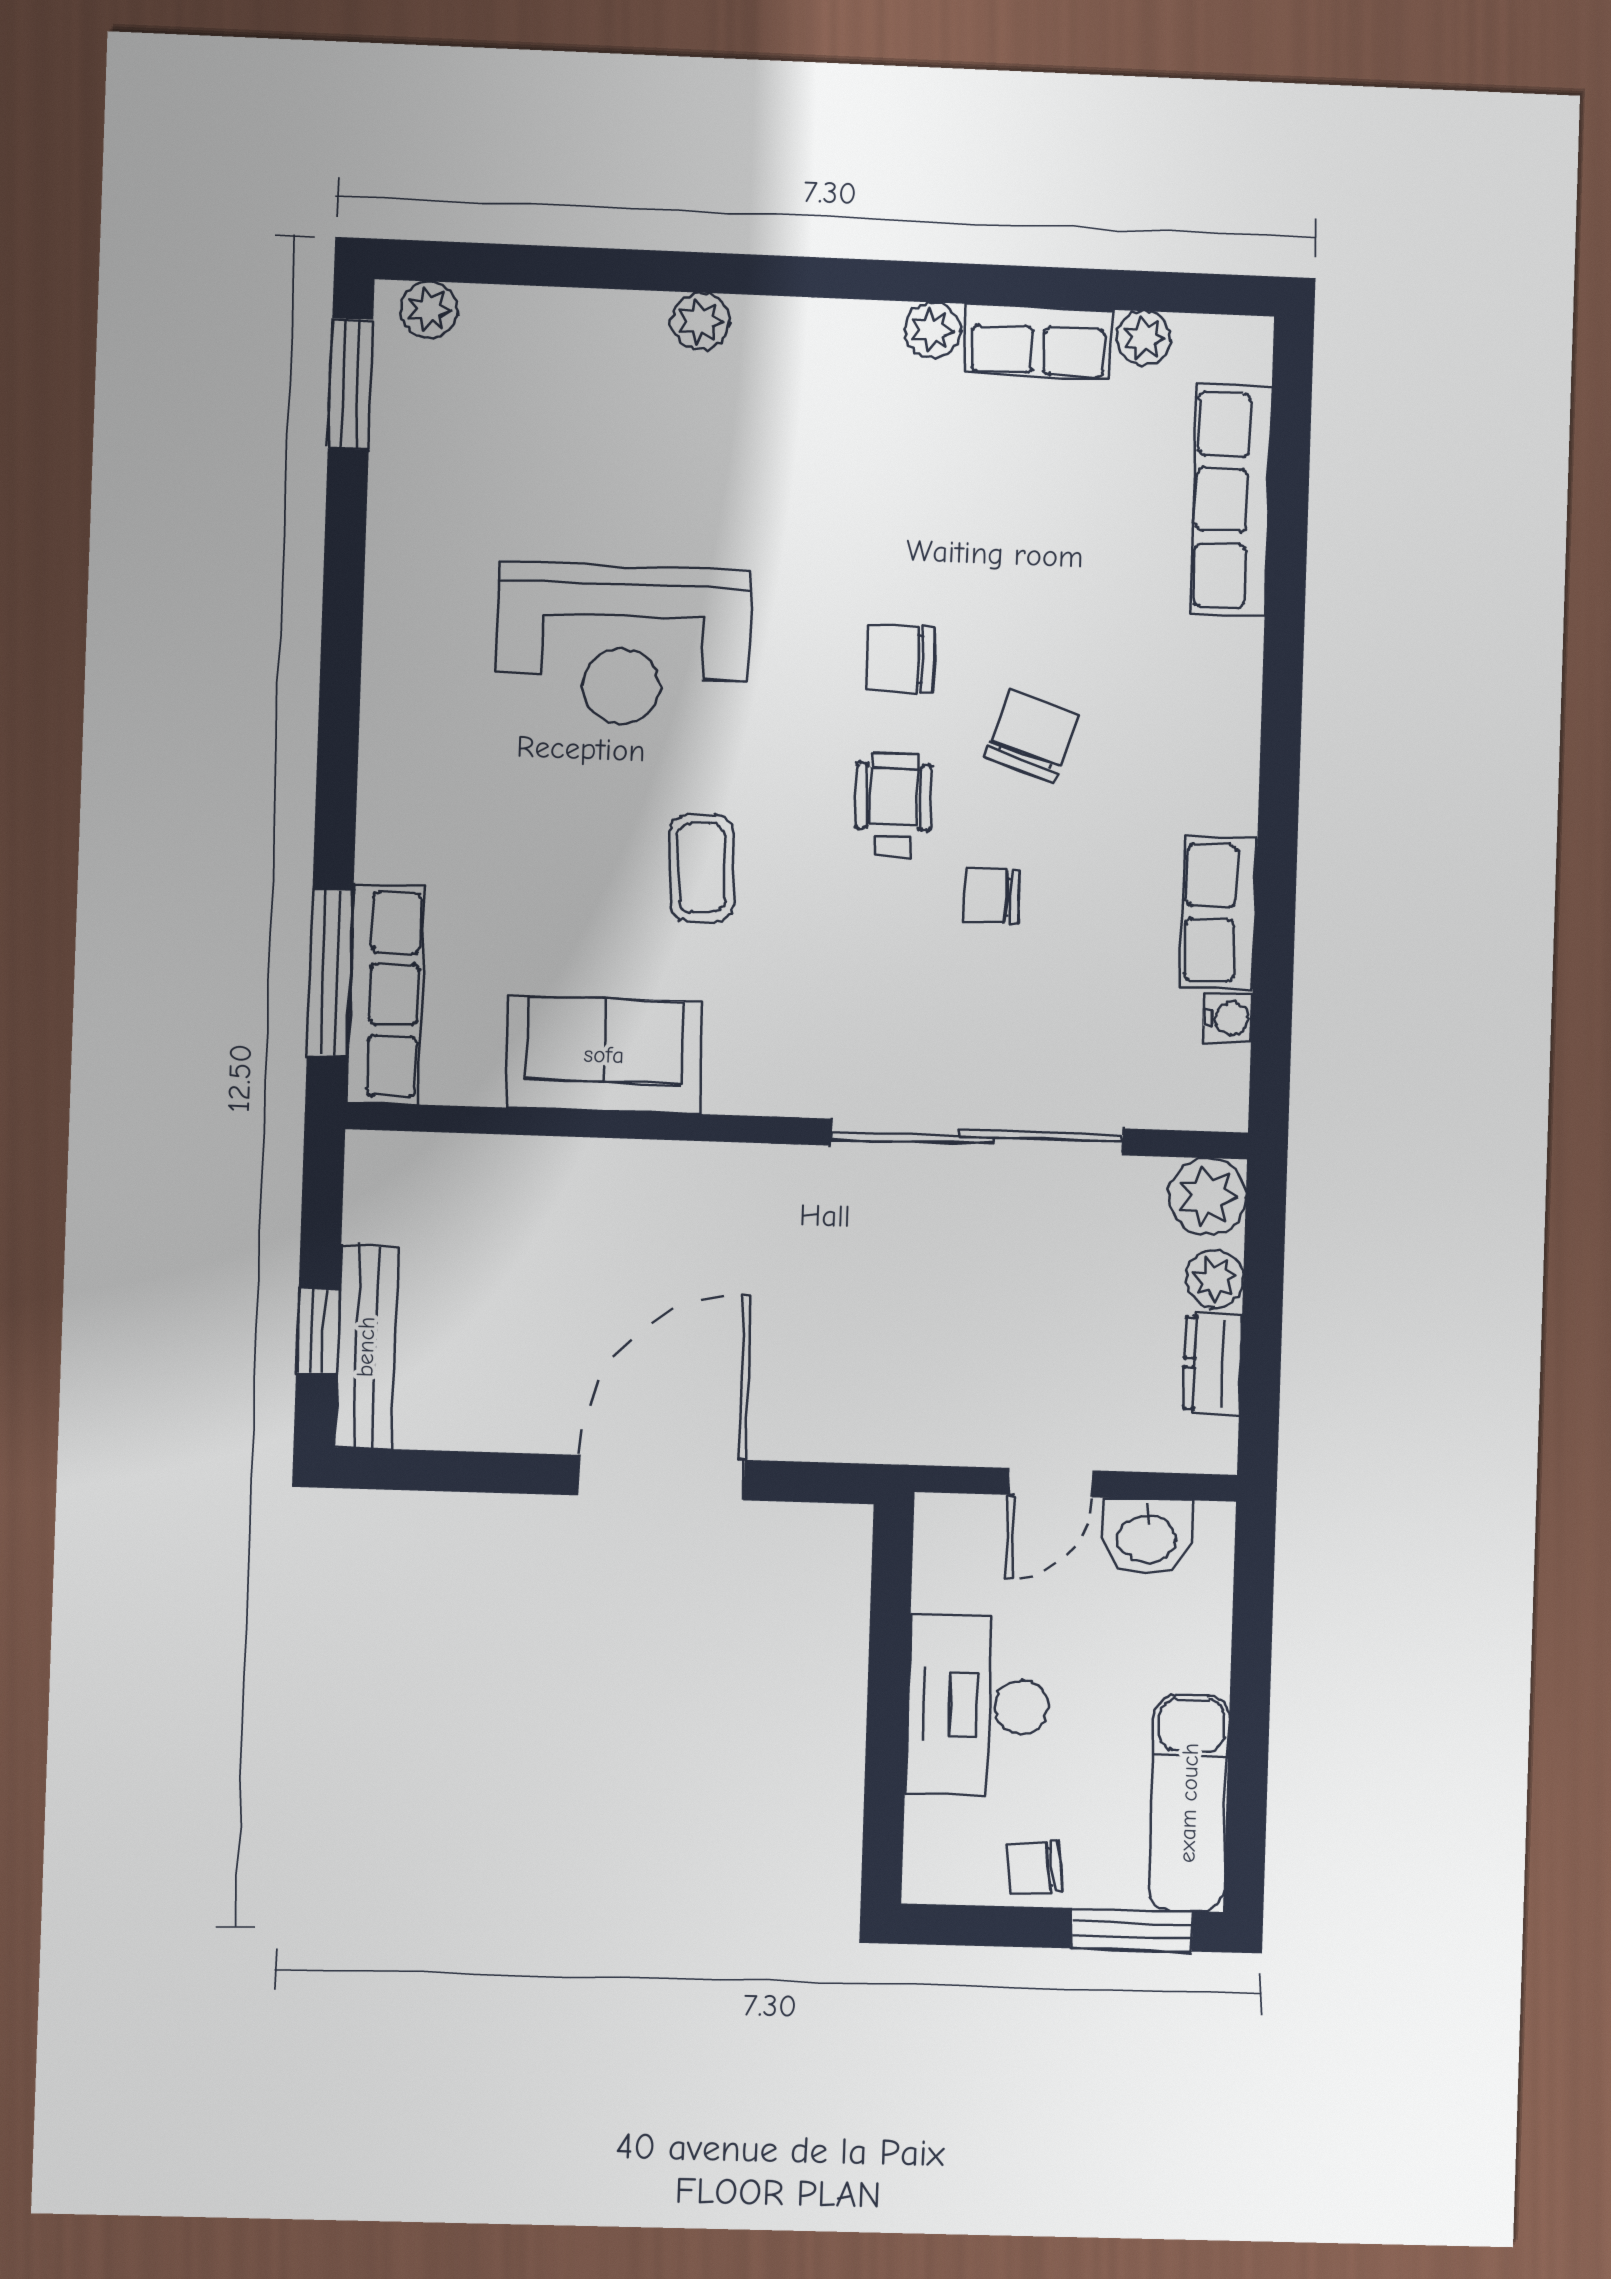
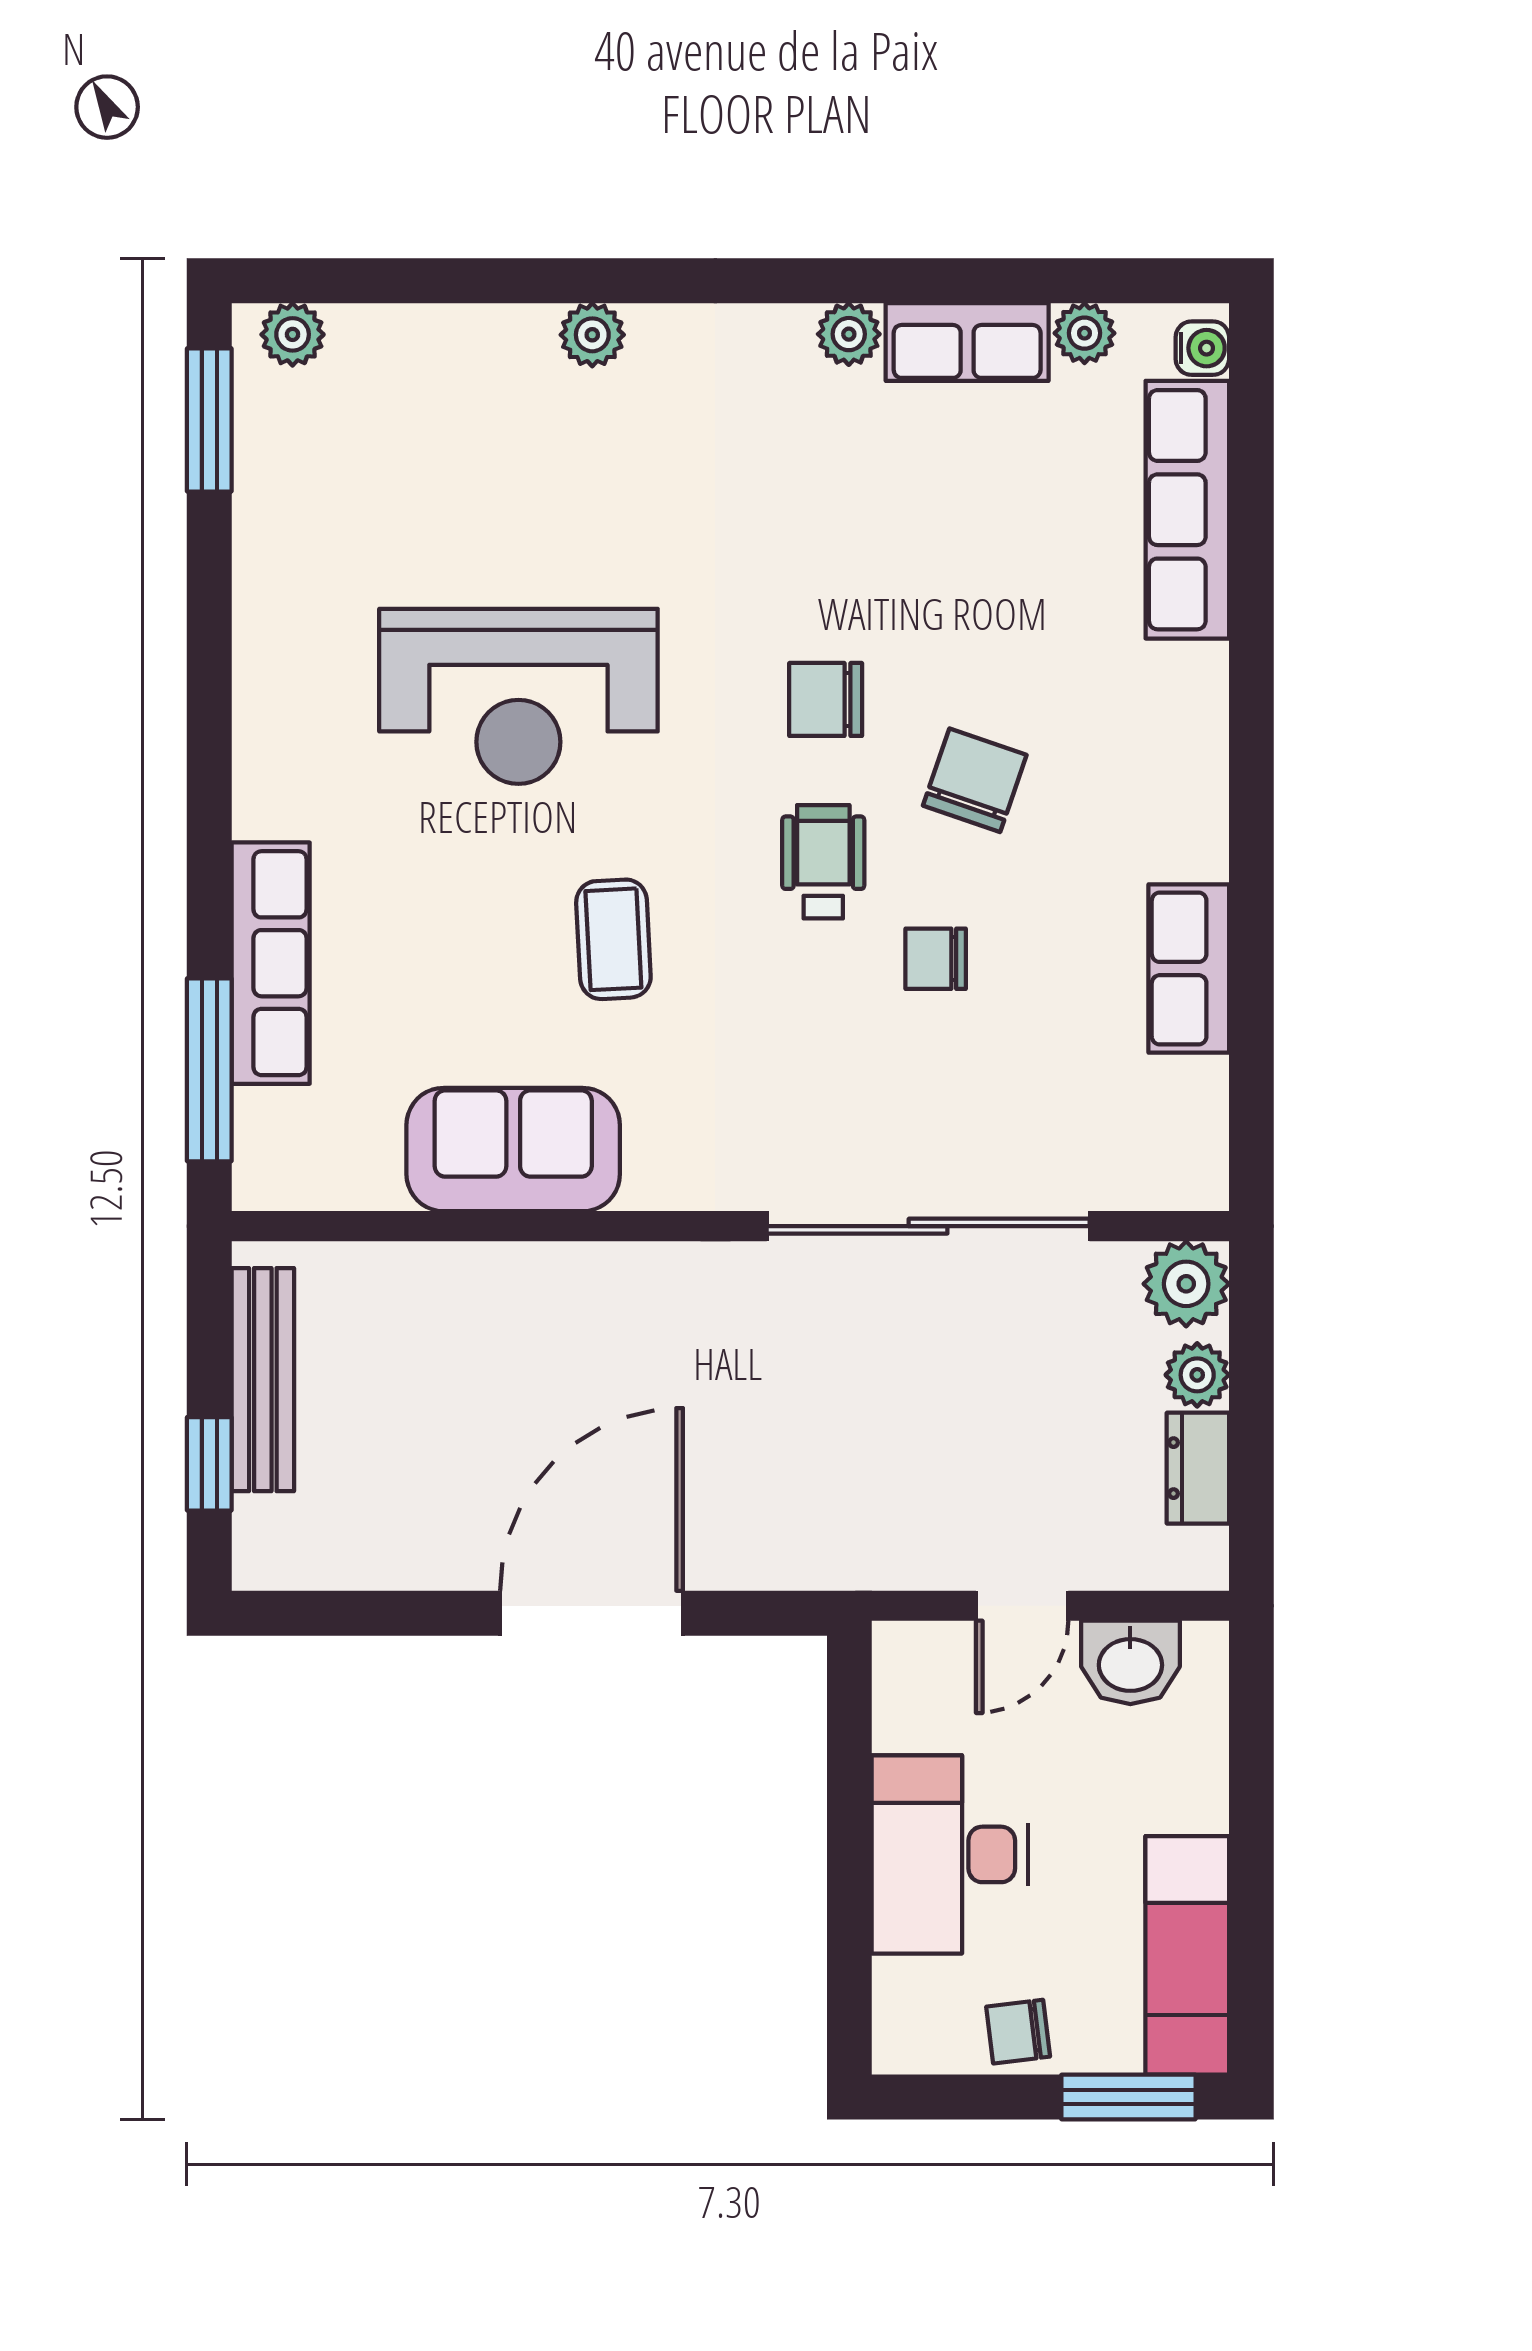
row of seats: (386, 994) -> (271, 963), moved
water cooler: (1228, 1018) -> (1202, 348), moved
bench: (366, 1347) -> (263, 1380), moved

